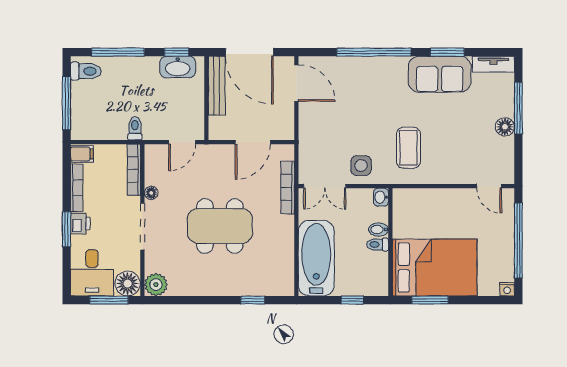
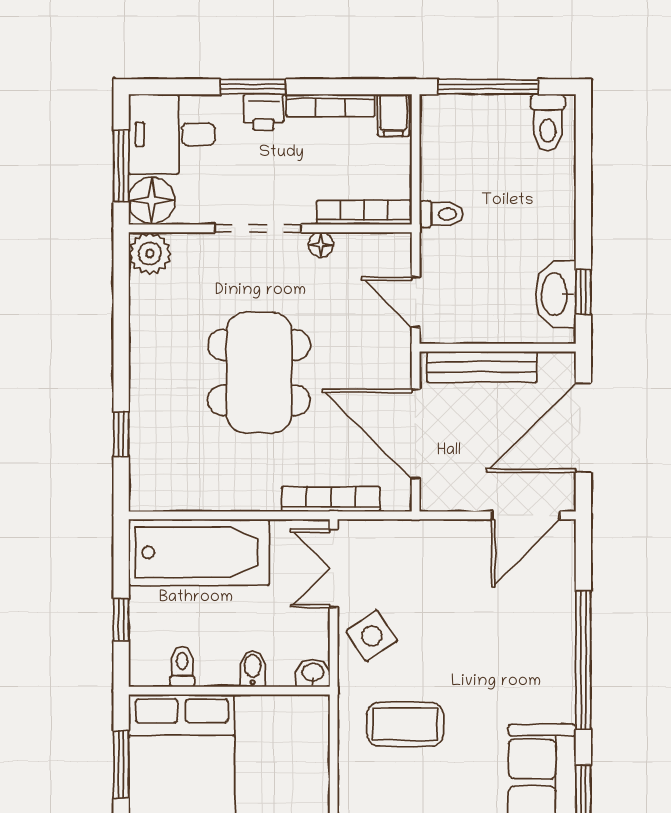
window: (118, 52) -> (583, 182), removed
bench: (217, 86) -> (482, 367), moved
door: (253, 142) -> (416, 434), width x1.36
side table: (361, 166) -> (372, 636), turned -34
toilet: (377, 244) -> (182, 667), moved

